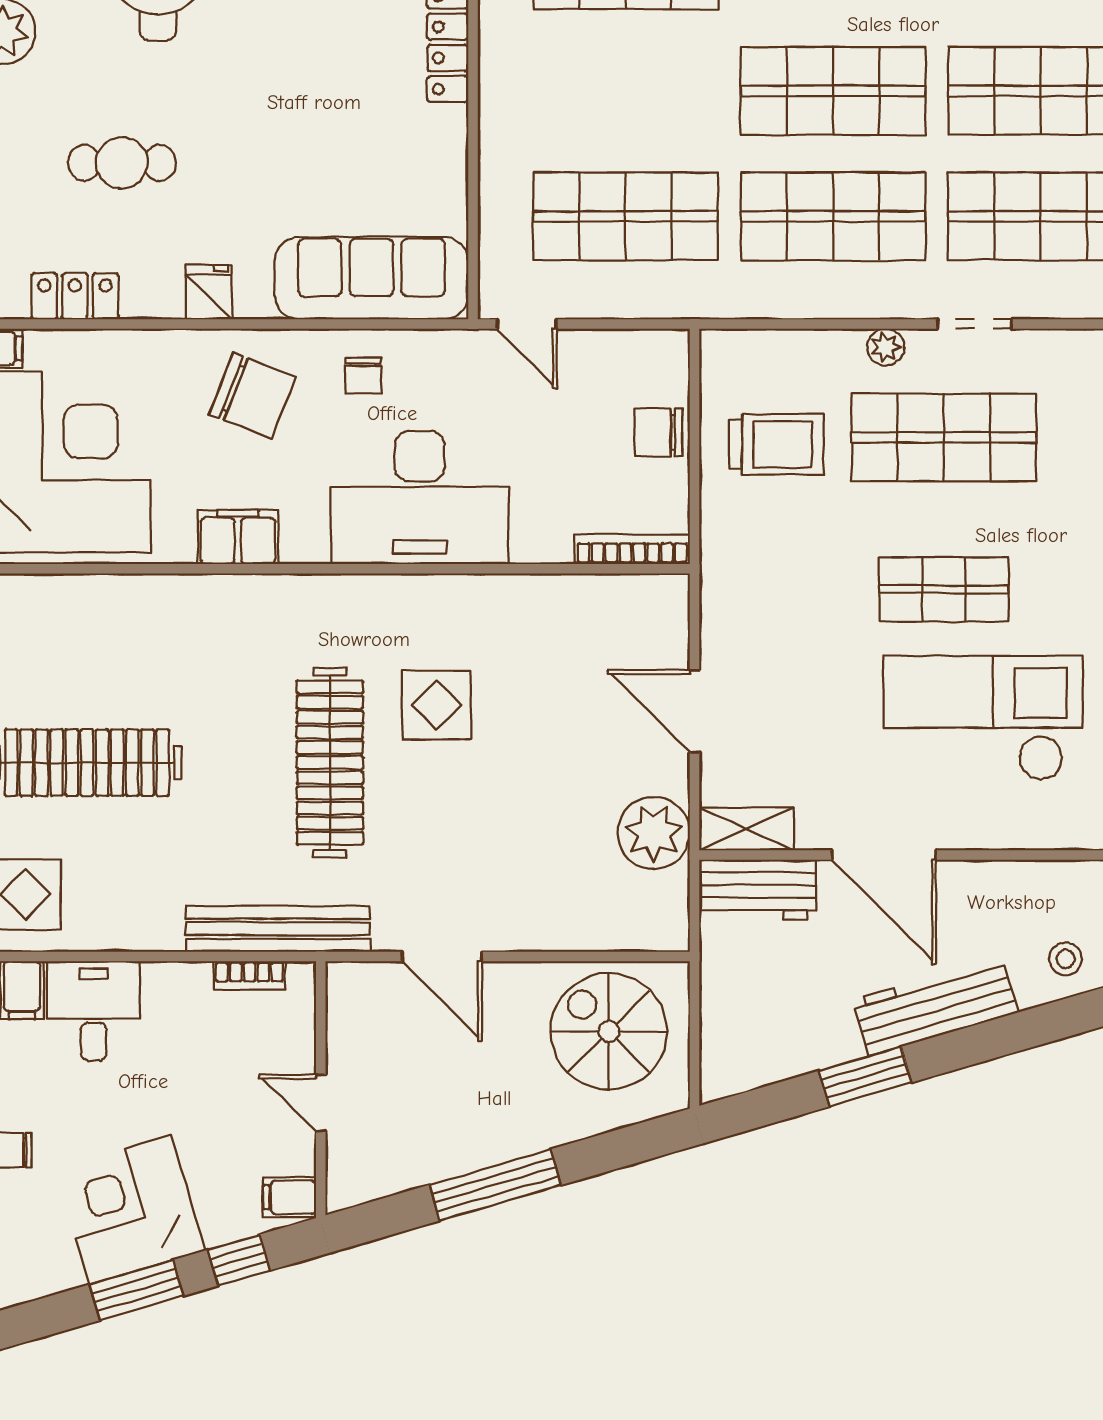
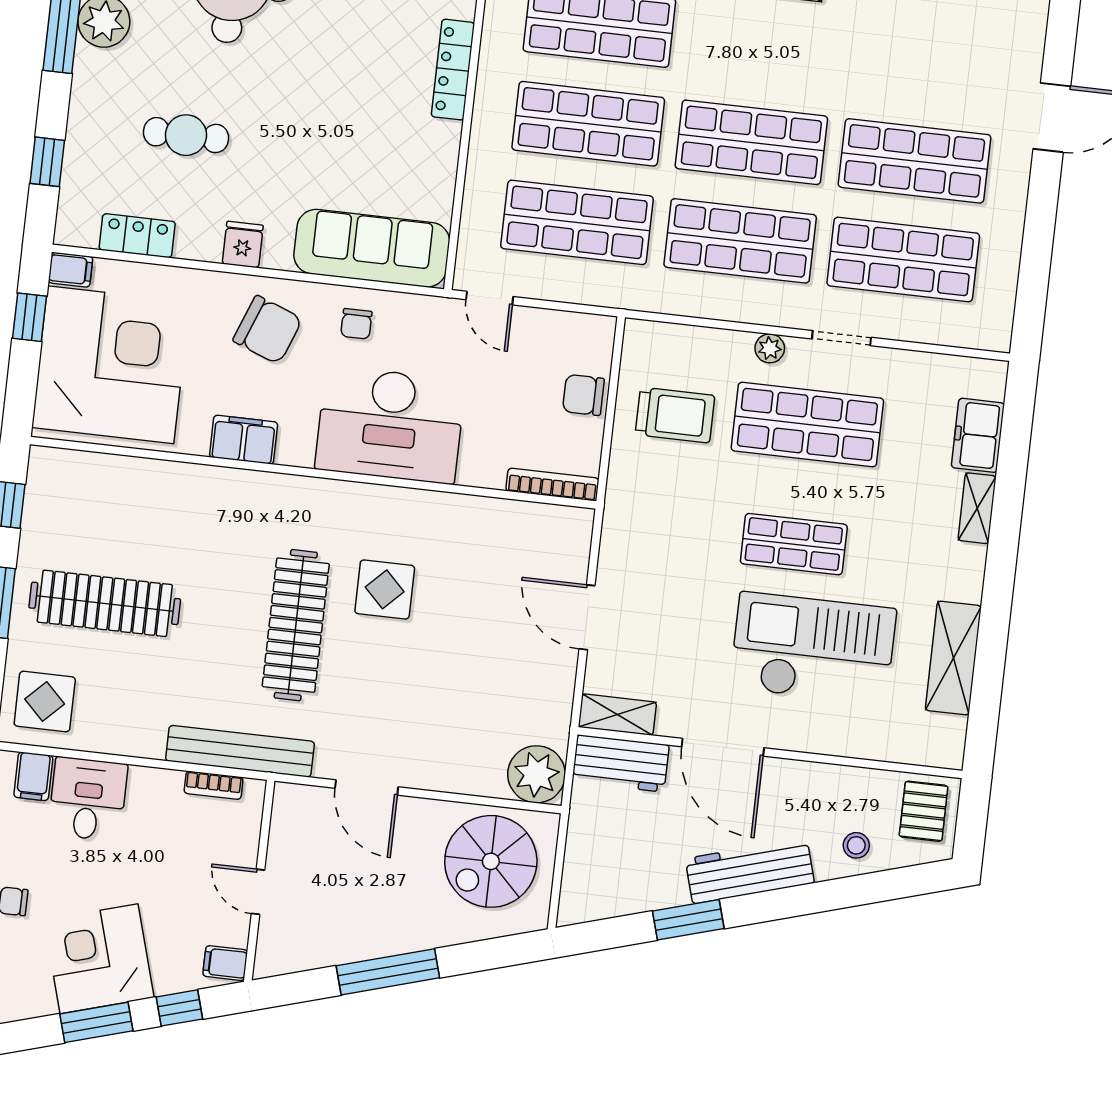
shop shelf: (626, 91) -> (588, 124), added
plant: (654, 833) -> (536, 774), moved
spiral stairs: (609, 1031) -> (491, 861), turned -90

